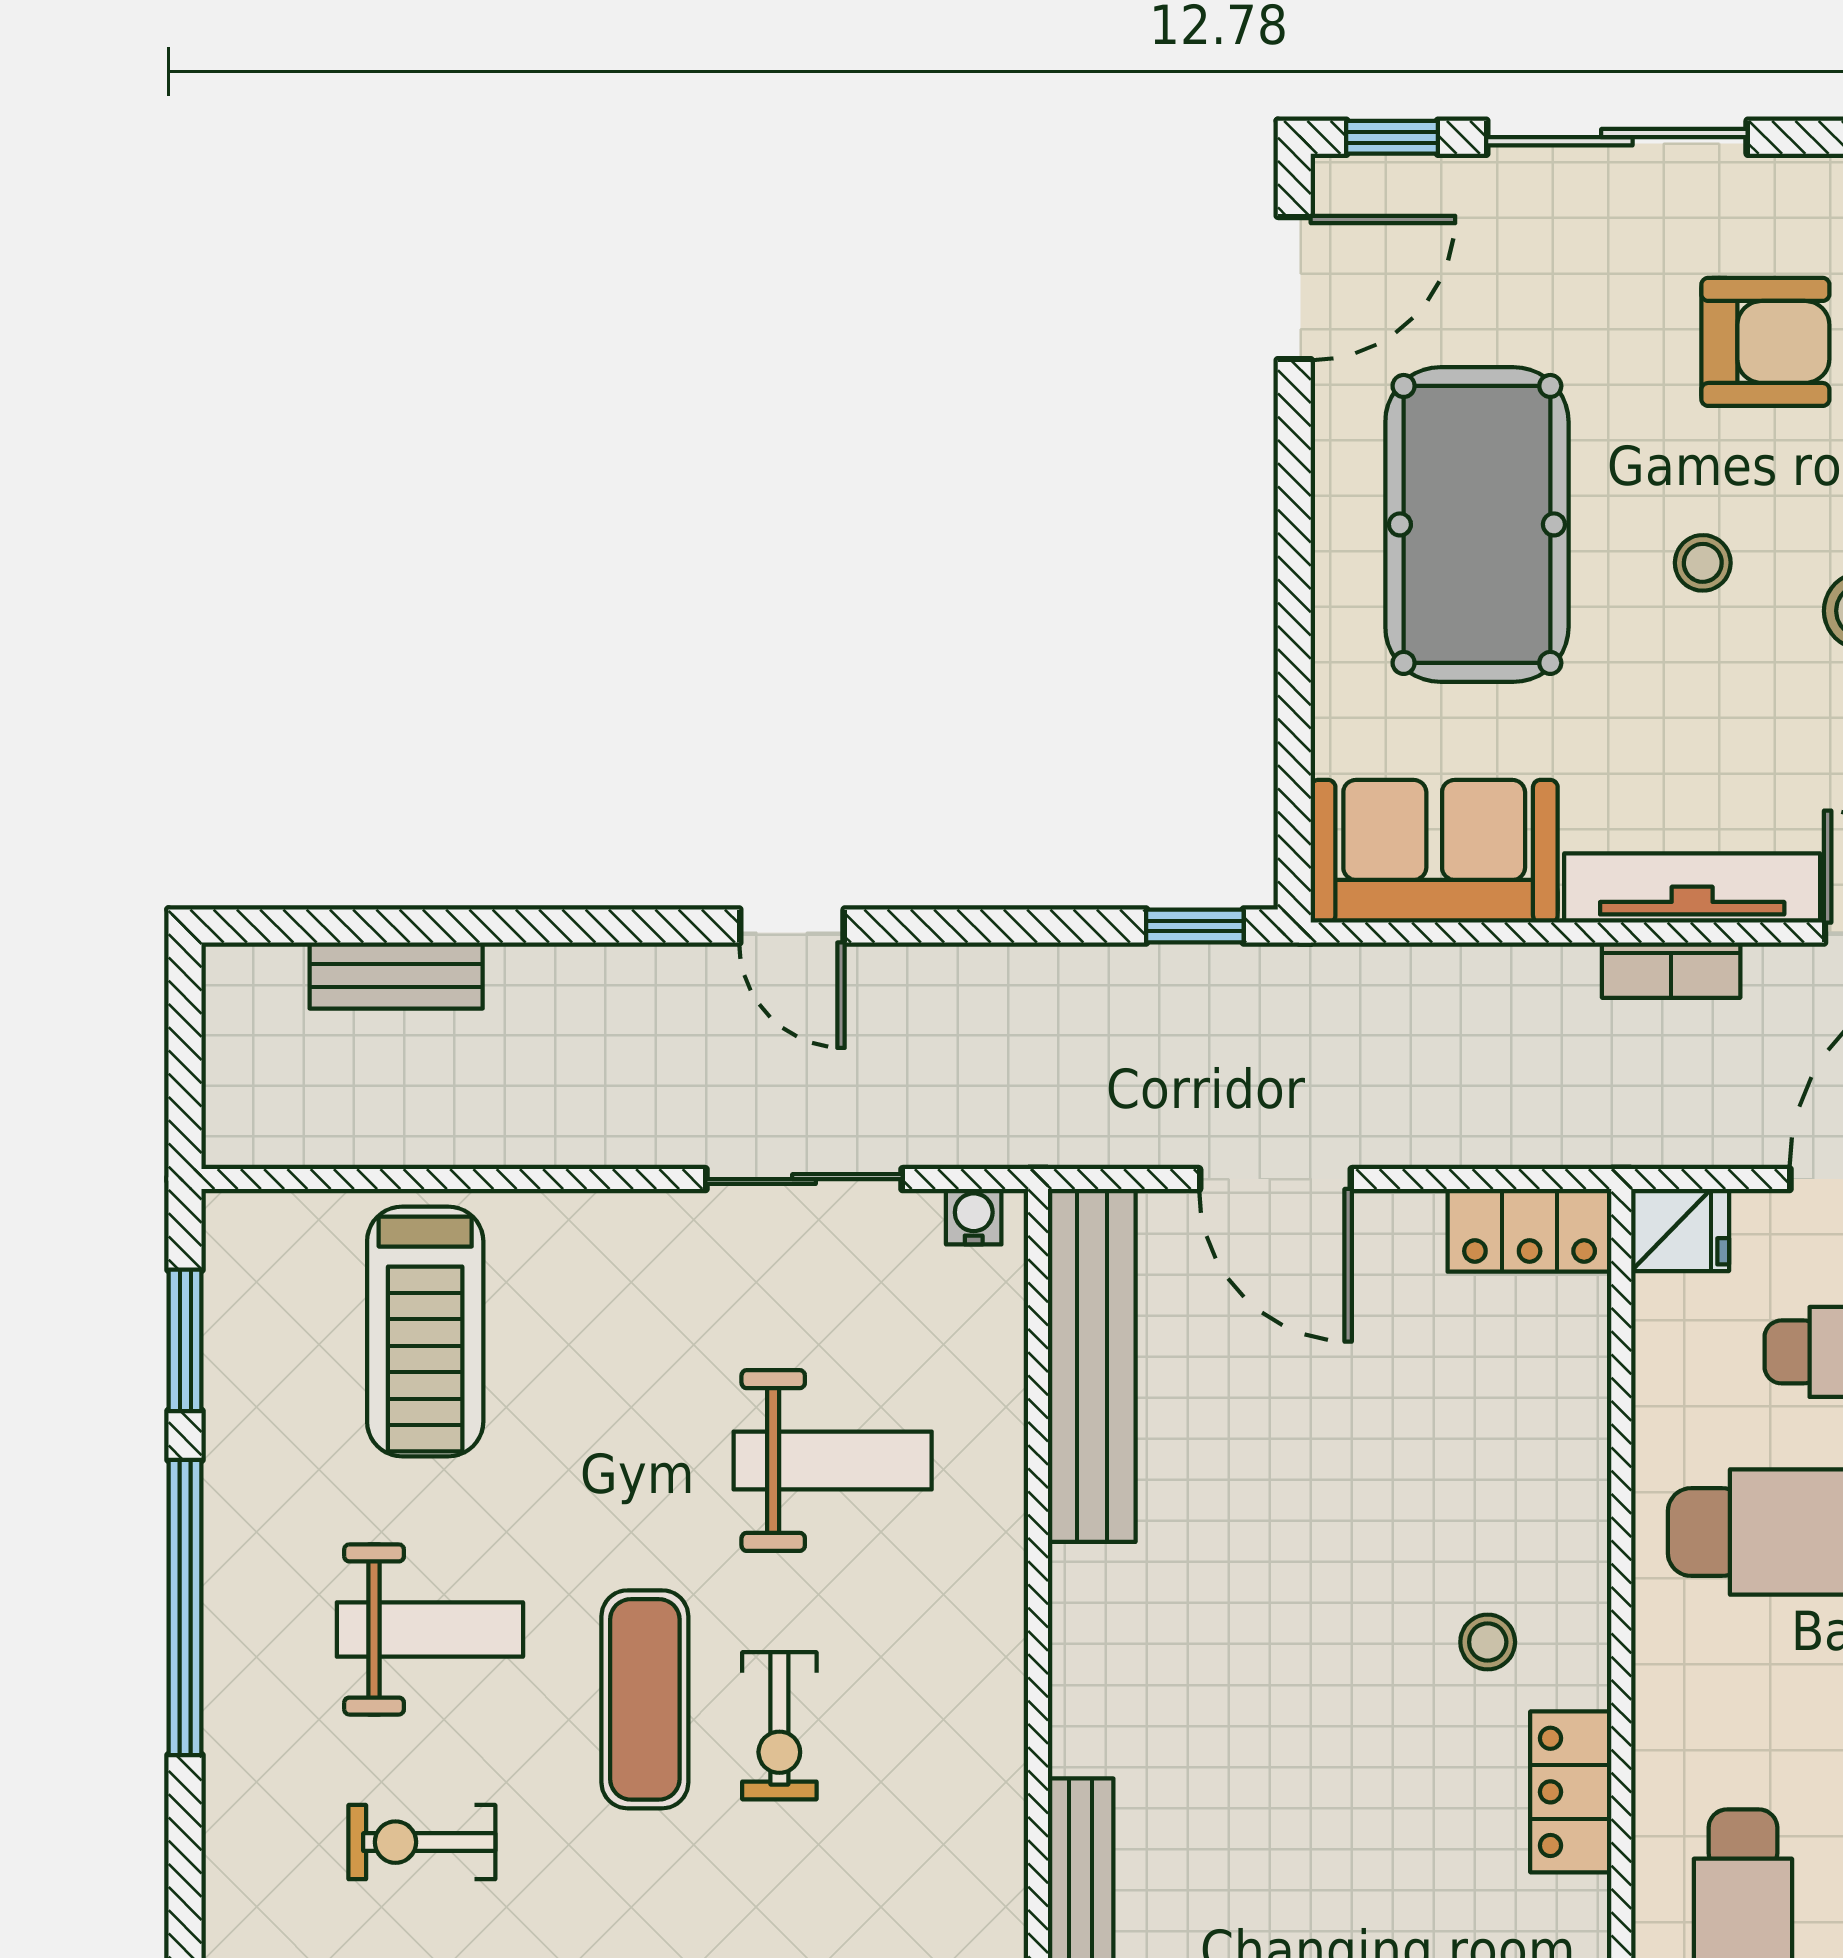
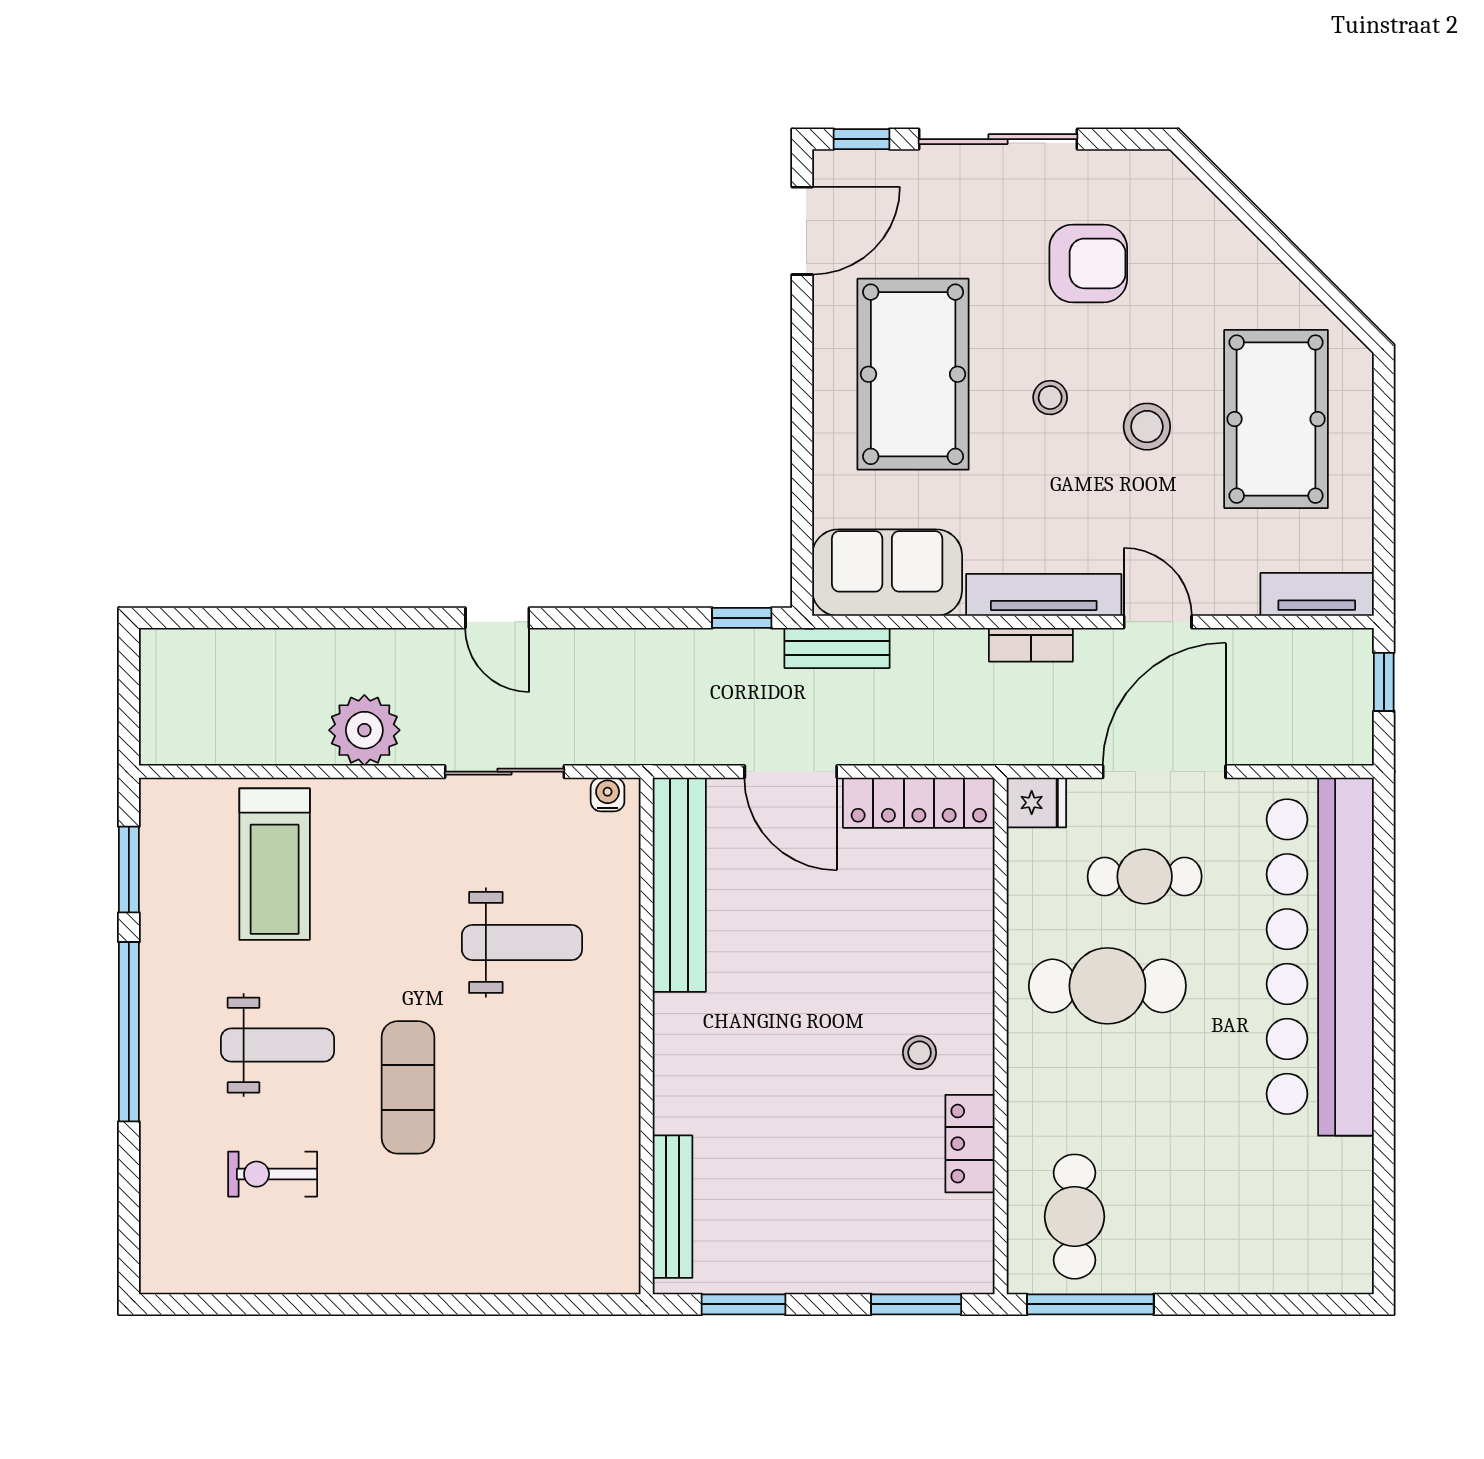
bench: (396, 975) -> (837, 648), moved
plant: (573, 1111) -> (364, 730), added
locker: (1530, 1230) -> (919, 803), width x1.53
exercise bike: (779, 1726) -> (490, 1103), removed

